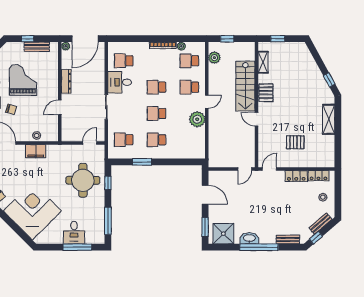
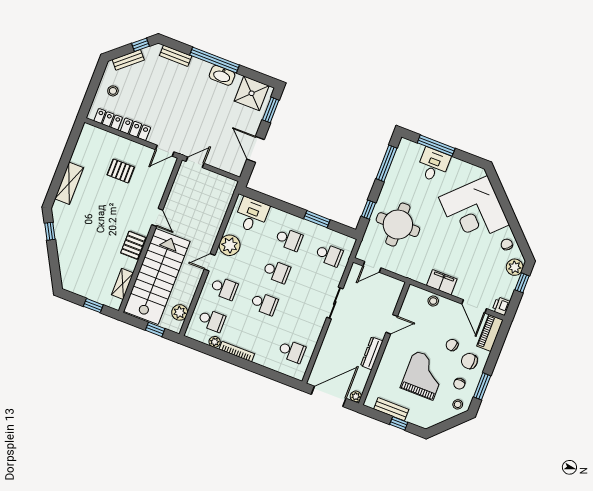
grand piano: (23, 80) -> (424, 375), turned 180
desk: (120, 82) -> (252, 215), moved, turned -90
stairs: (245, 86) -> (157, 276), width x1.36, depth x1.51

